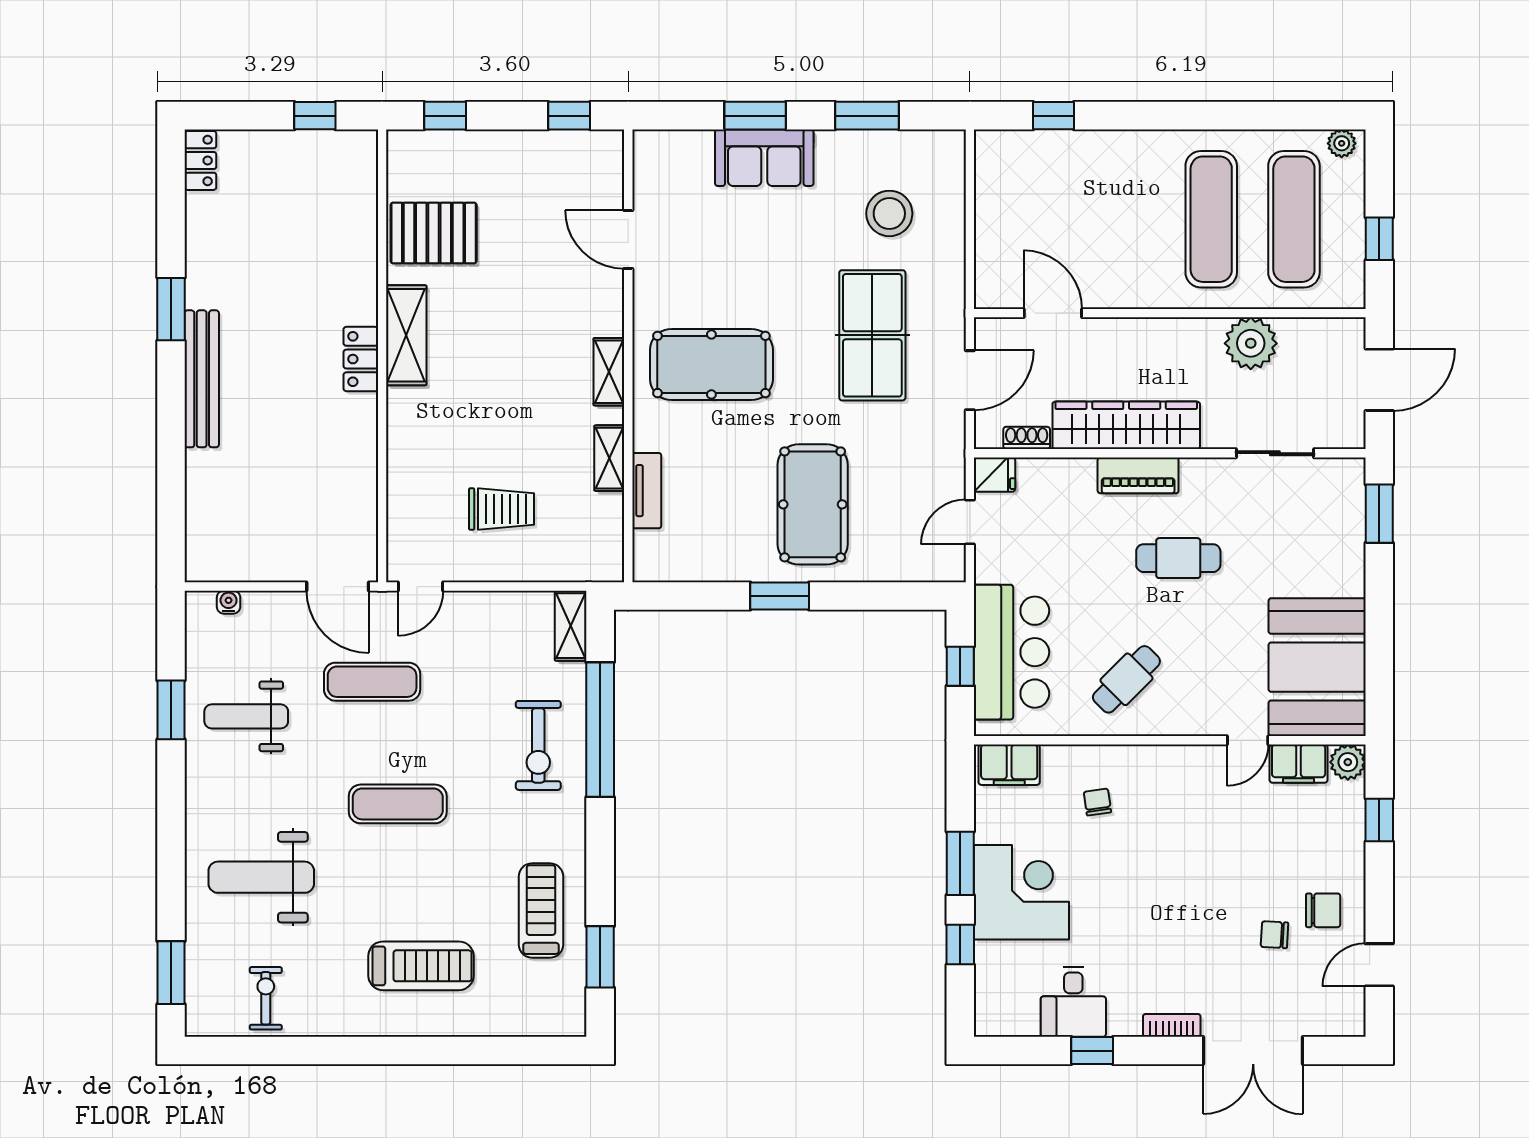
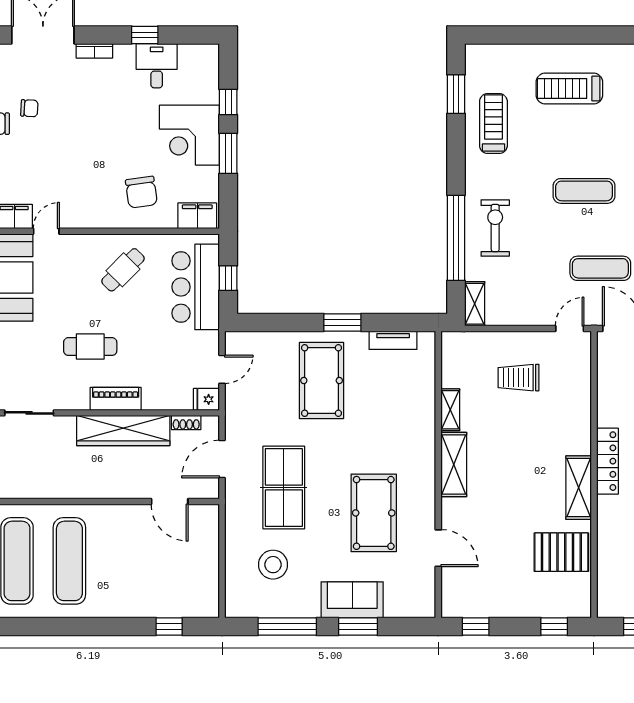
window: (867, 116) -> (287, 626), width x1.44
plant: (1251, 343) -> (44, 482), removed
locker: (361, 359) -> (607, 461), width x1.53
pool table: (711, 364) -> (374, 513), moved, turned 90
shelving: (609, 372) -> (454, 464), width x1.50, depth x1.33
tv unit: (647, 491) -> (393, 340), moved, turned -90
chair: (1097, 802) -> (141, 192), width x1.87, depth x1.87
treadmill: (541, 910) -> (493, 124), turned 180

